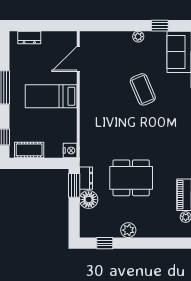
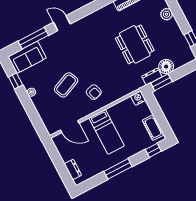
coffee table: (143, 89) -> (66, 85), moved
armchair: (102, 105) -> (94, 92), added
plant: (128, 230) -> (166, 14), moved

